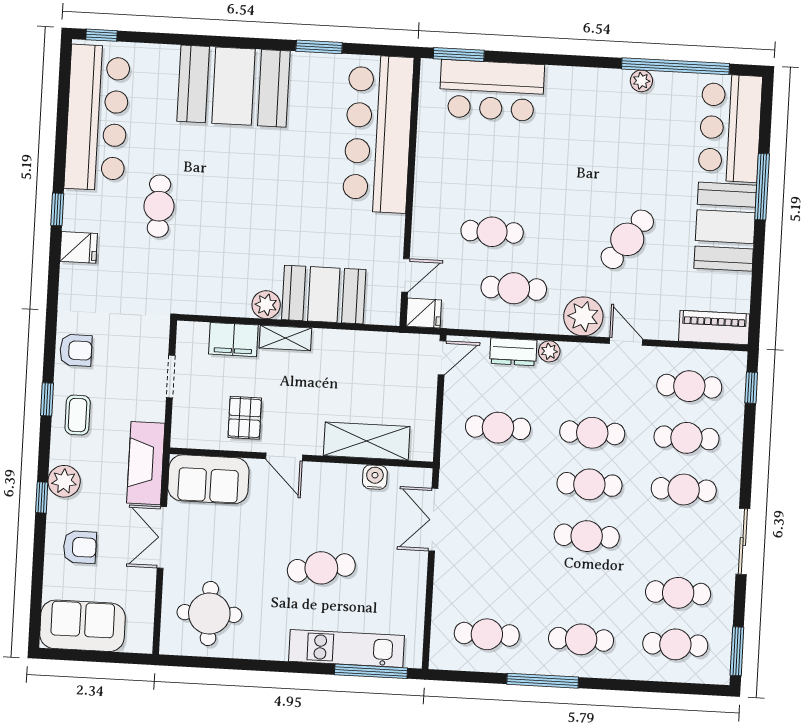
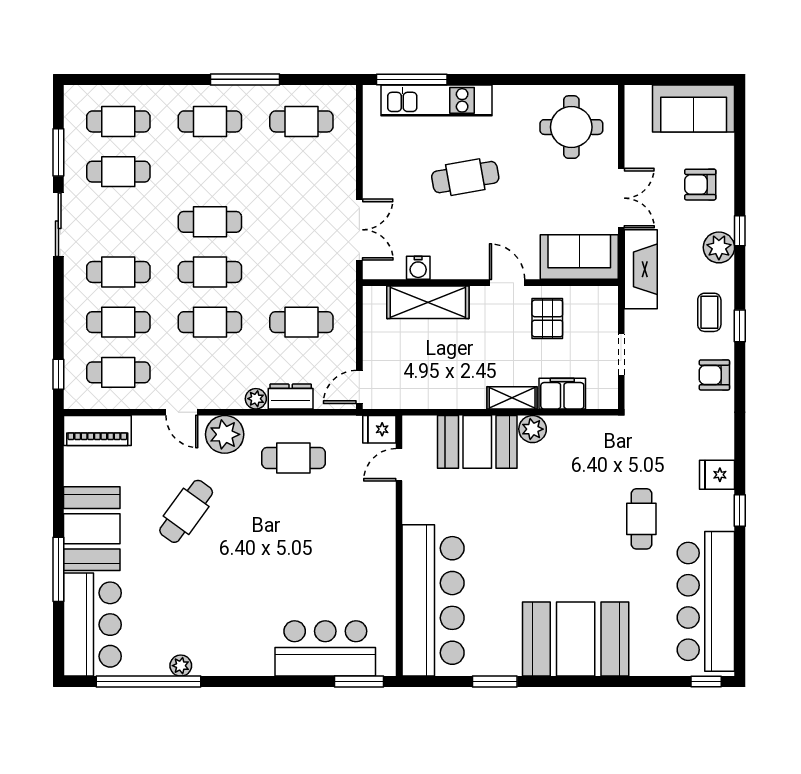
cafe table: (492, 232) -> (317, 512), removed
window: (737, 651) -> (58, 152), moved

